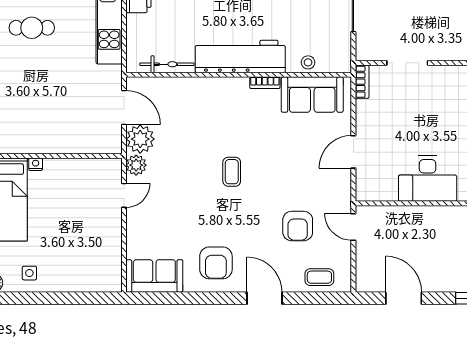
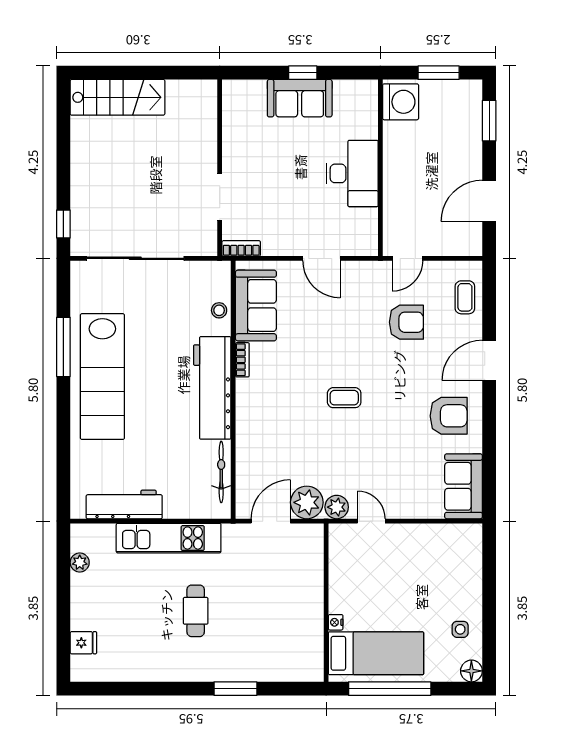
cafe table: (32, 28) -> (196, 611), moved

